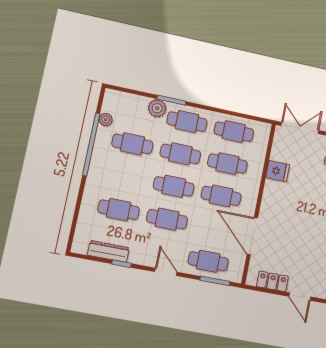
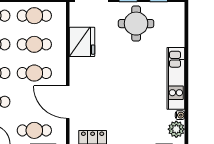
fridge: (278, 171) -> (82, 42), width x1.88, depth x1.34

